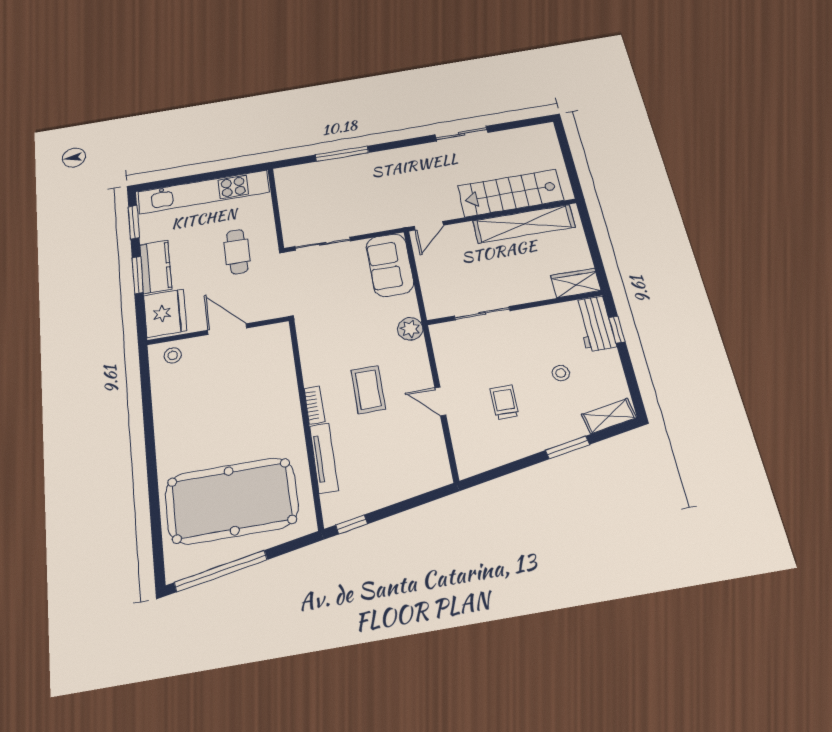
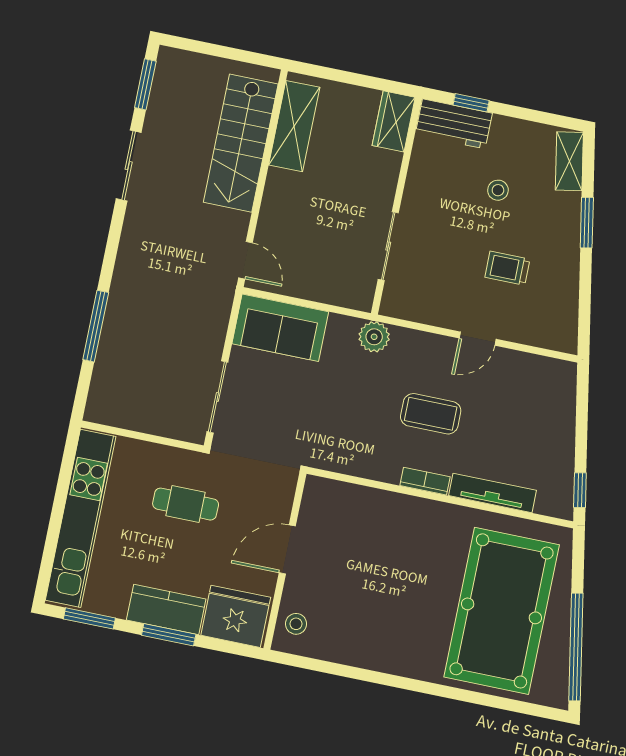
window: (522, 124) -> (145, 84), added
shelving: (524, 224) -> (294, 126), width x0.68

